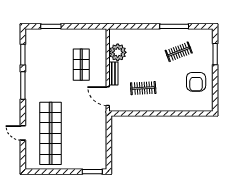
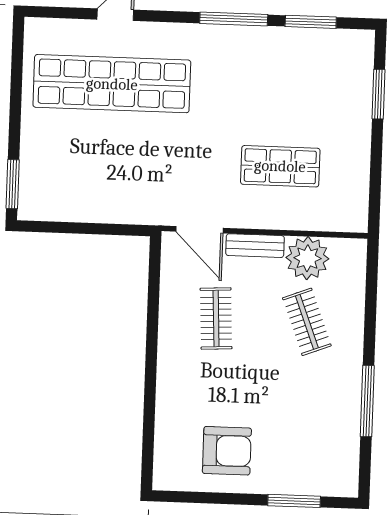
clothes rail: (179, 52) -> (307, 322), moved
armchair: (196, 82) -> (227, 451), turned 180
door: (108, 96) -> (200, 230), swing flipped

